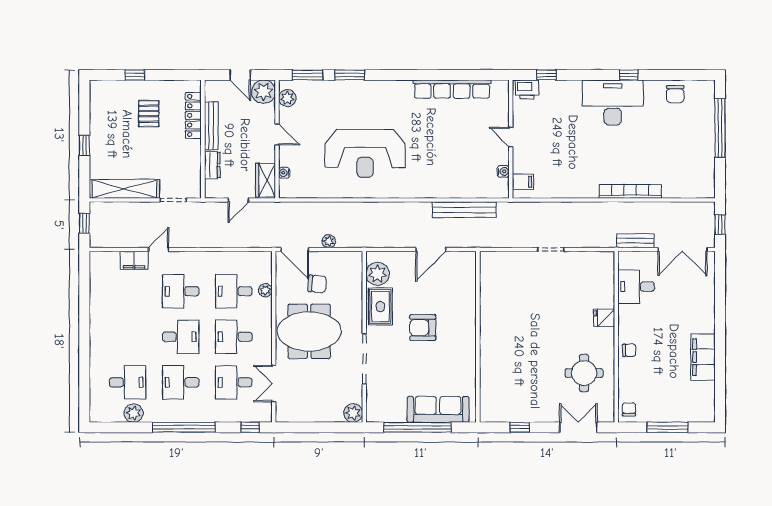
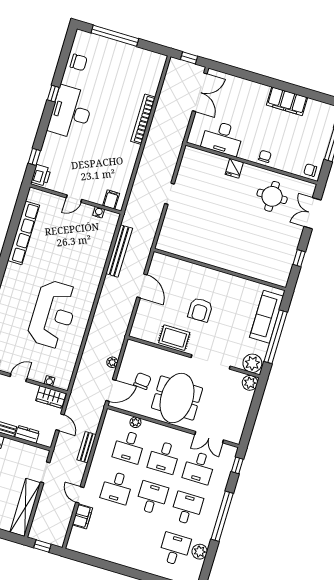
bench: (635, 241) -> (87, 447), moved
plant: (378, 274) -> (252, 363), moved
desk: (636, 287) -> (222, 138), width x1.37
desk: (181, 382) -> (187, 508), turned 180

